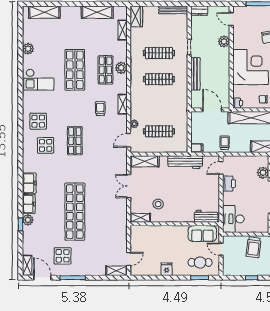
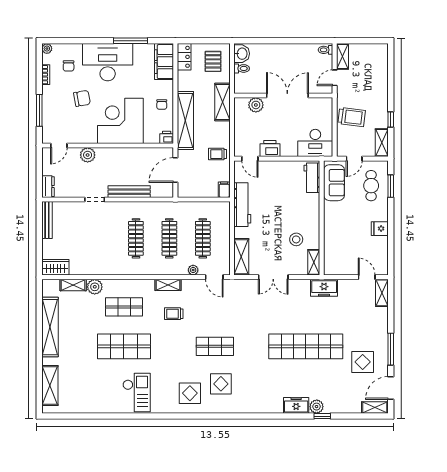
shelving: (97, 12) -> (50, 327), width x1.47
plant: (28, 49) -> (97, 406), removed
clothes rail: (159, 53) -> (169, 238), moved
plant: (121, 68) -> (95, 287), moved
freezer: (29, 183) -> (324, 288), moved, turned 180
shelving: (234, 271) -> (382, 143), added

